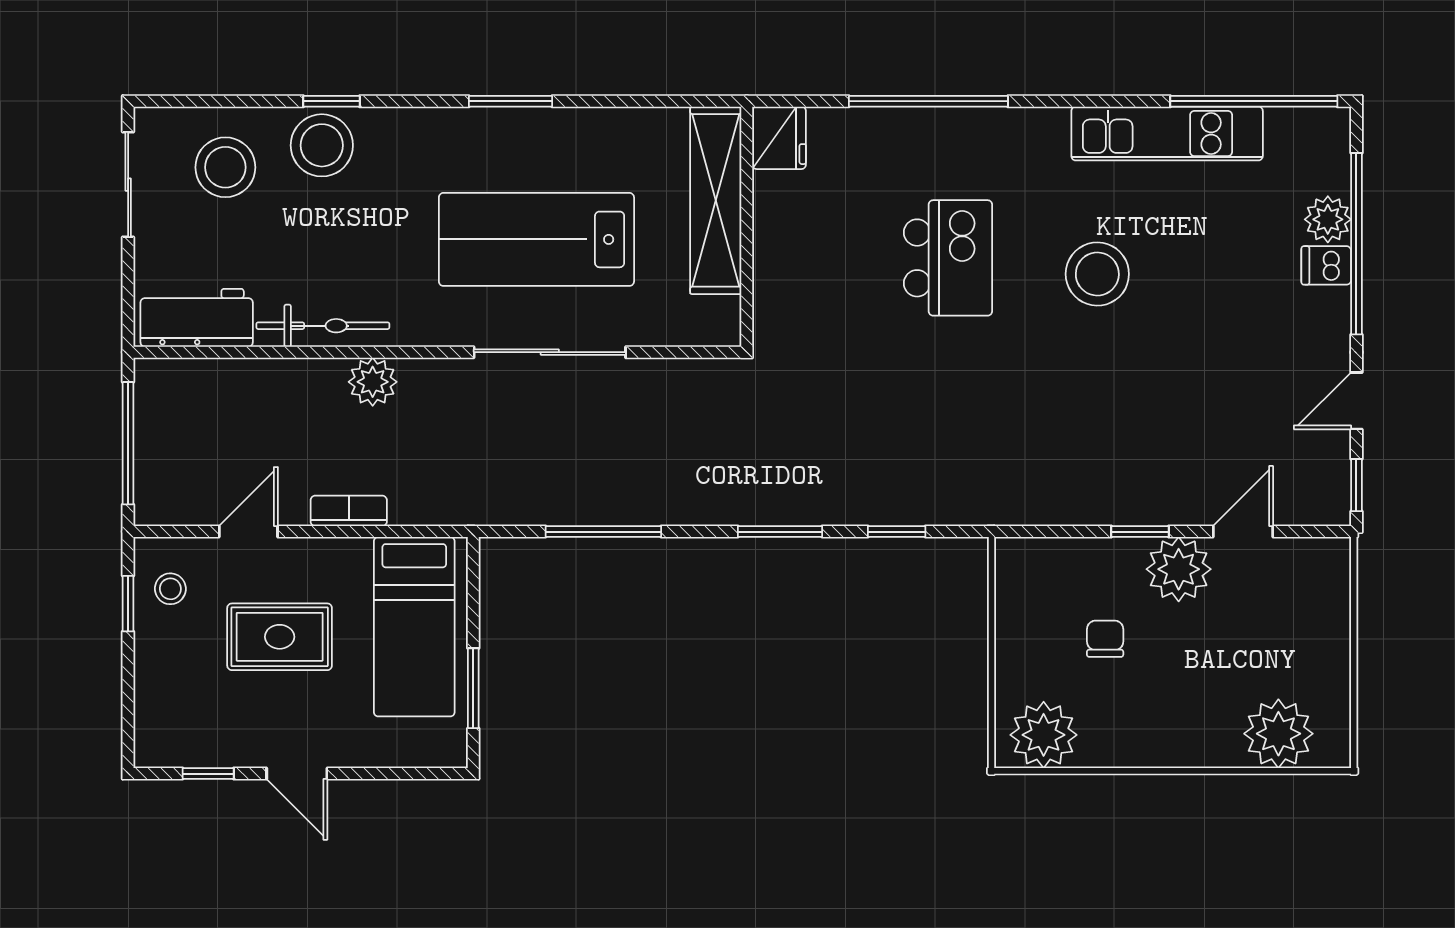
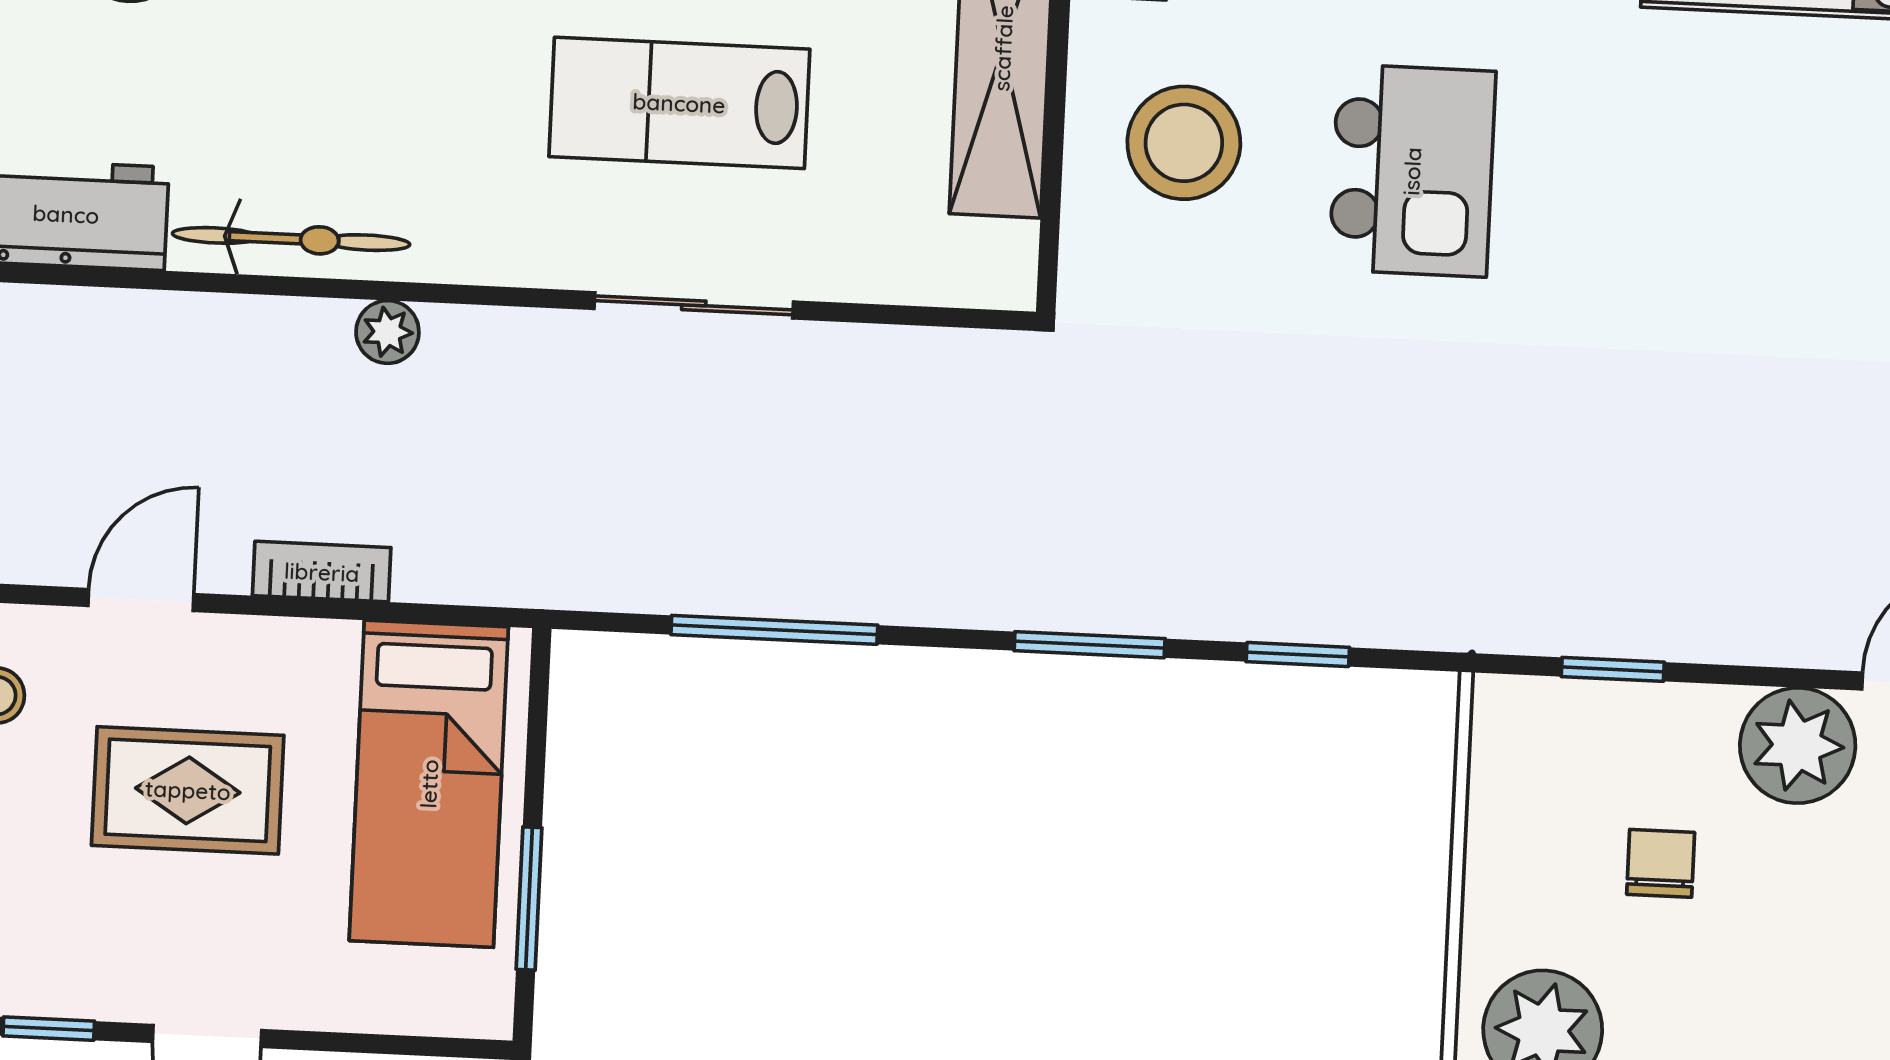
lab bench: (536, 239) -> (679, 103), width x0.73, depth x0.72
stool: (1097, 274) -> (1184, 143), moved
sliding door: (550, 352) -> (694, 305), width x0.73
plant: (373, 382) -> (387, 332), width x0.73, depth x0.73
window: (1140, 532) -> (1613, 669), moved

